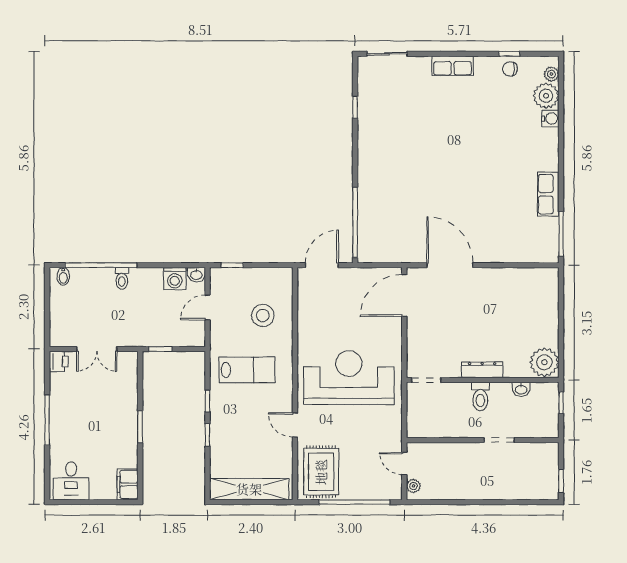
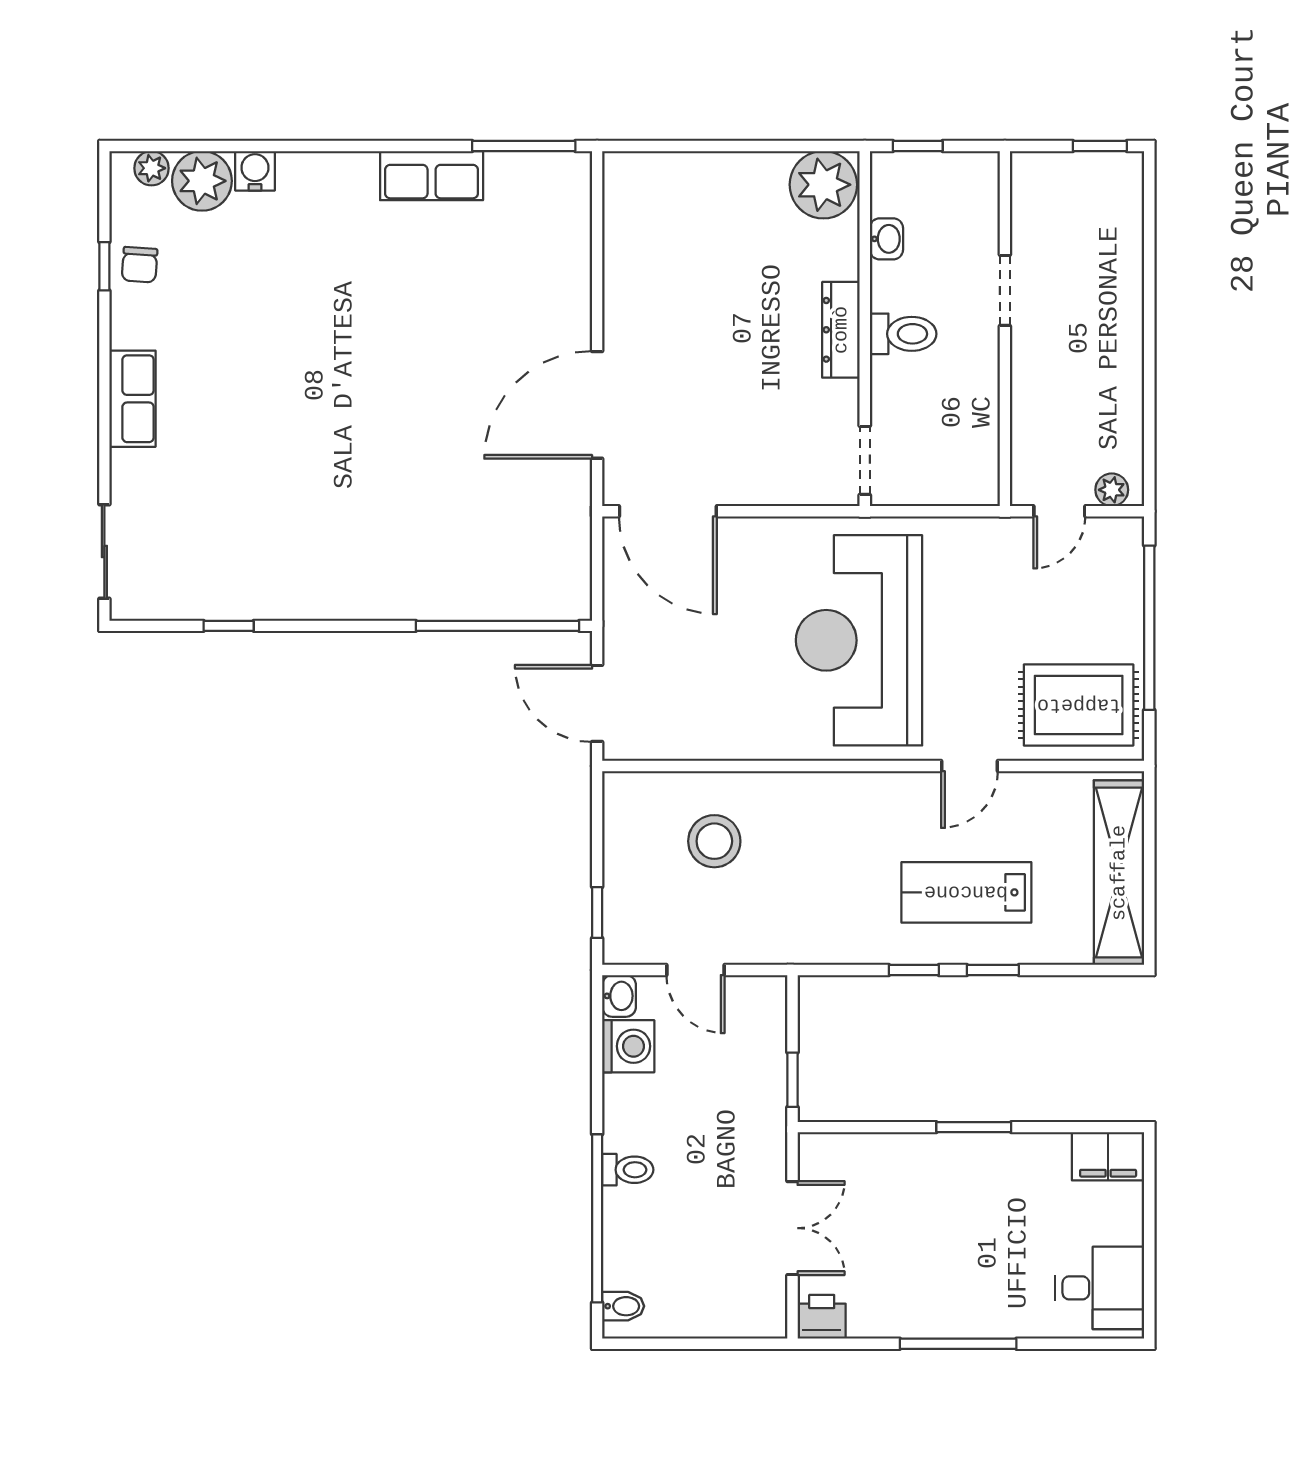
lab bench: (247, 370) -> (966, 892), moved, turned -90

